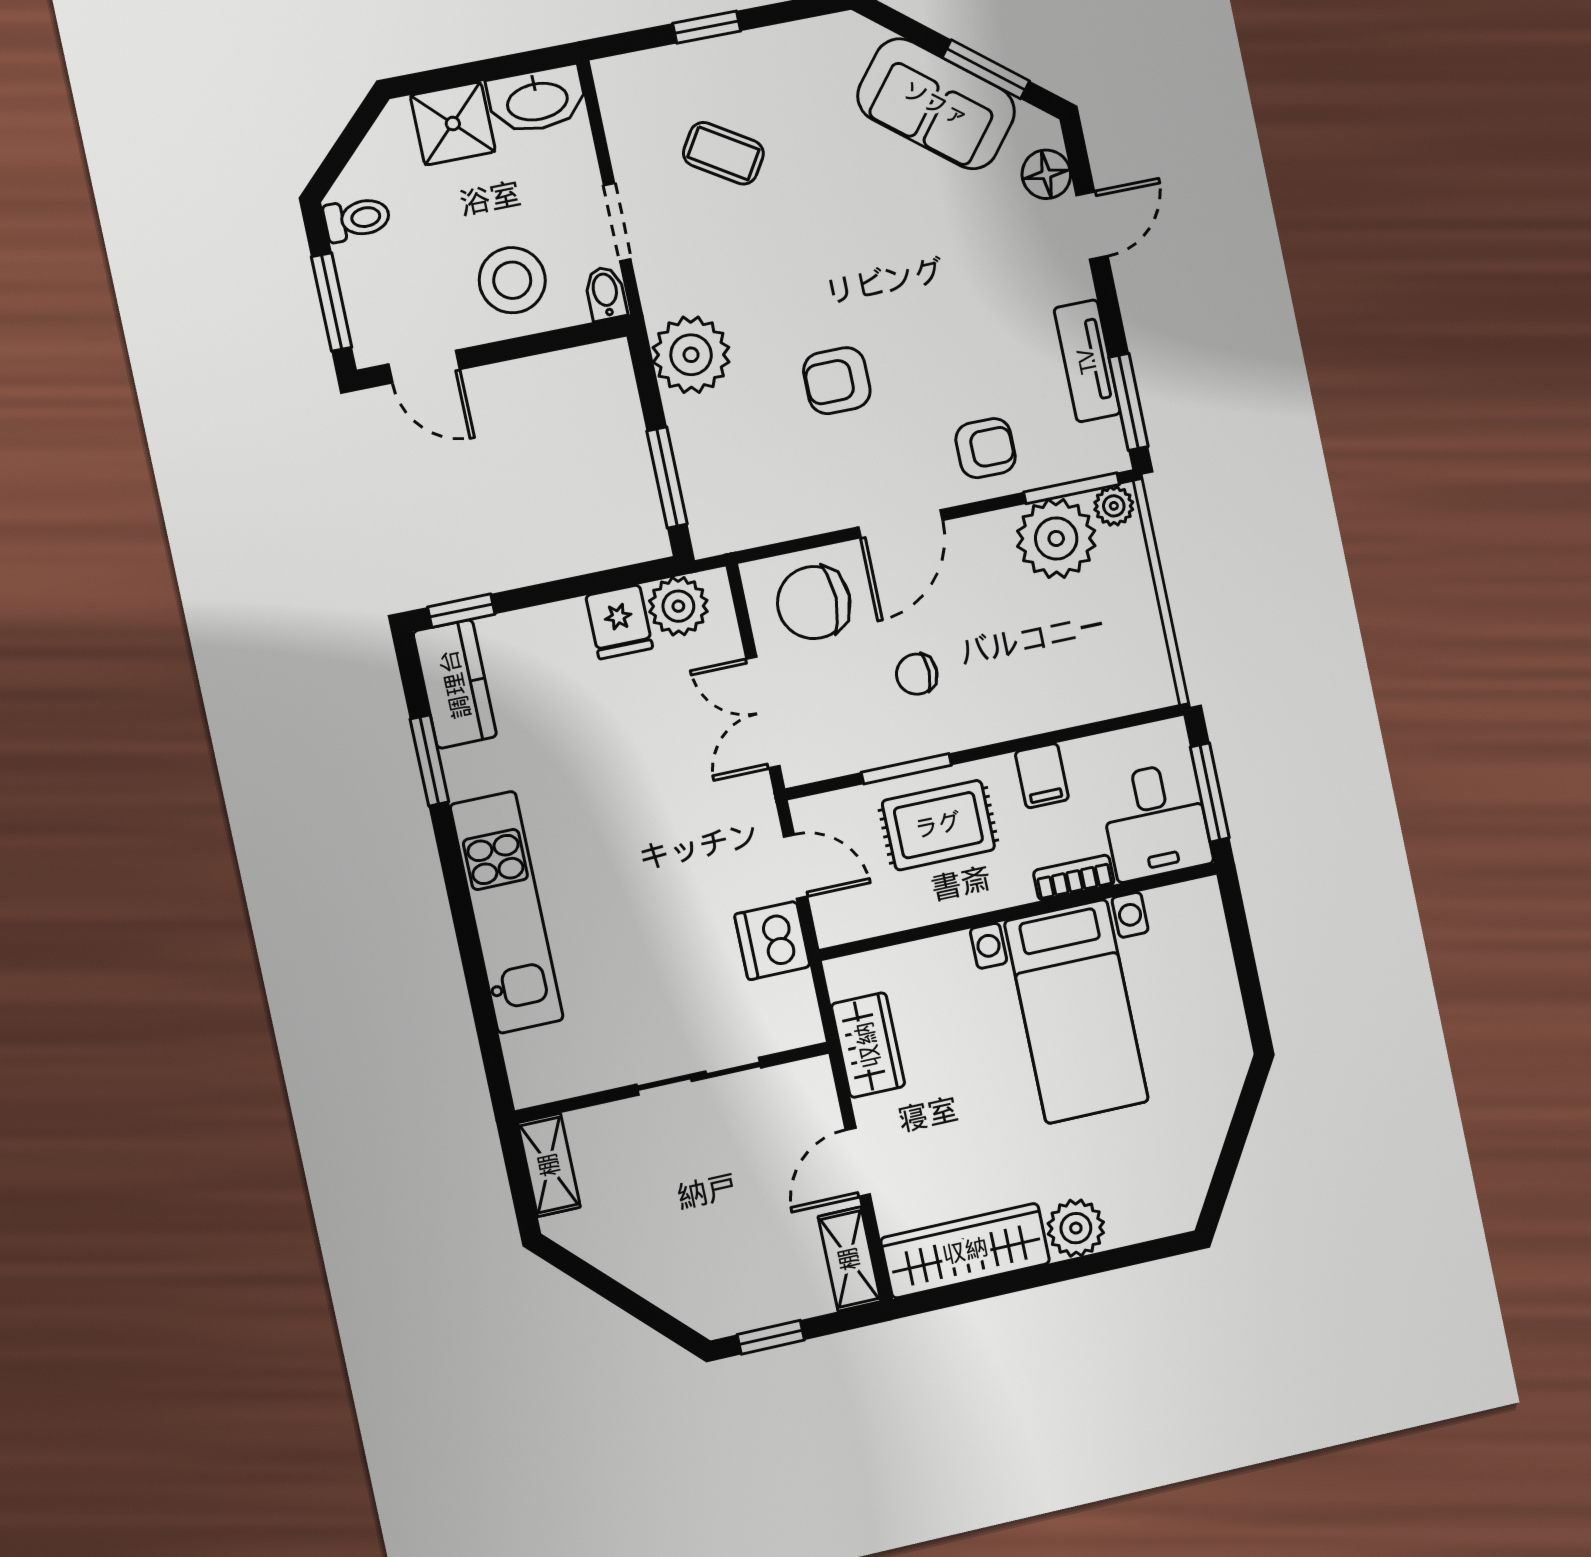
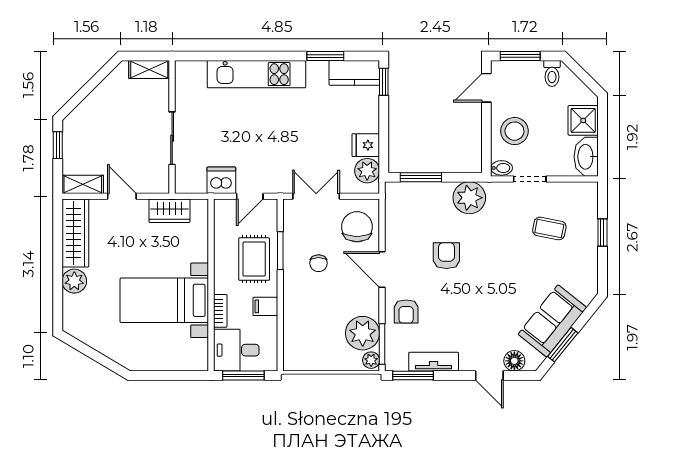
coffee table: (723, 153) -> (549, 228), turned 69
chair: (917, 674) -> (319, 263), turned 180

